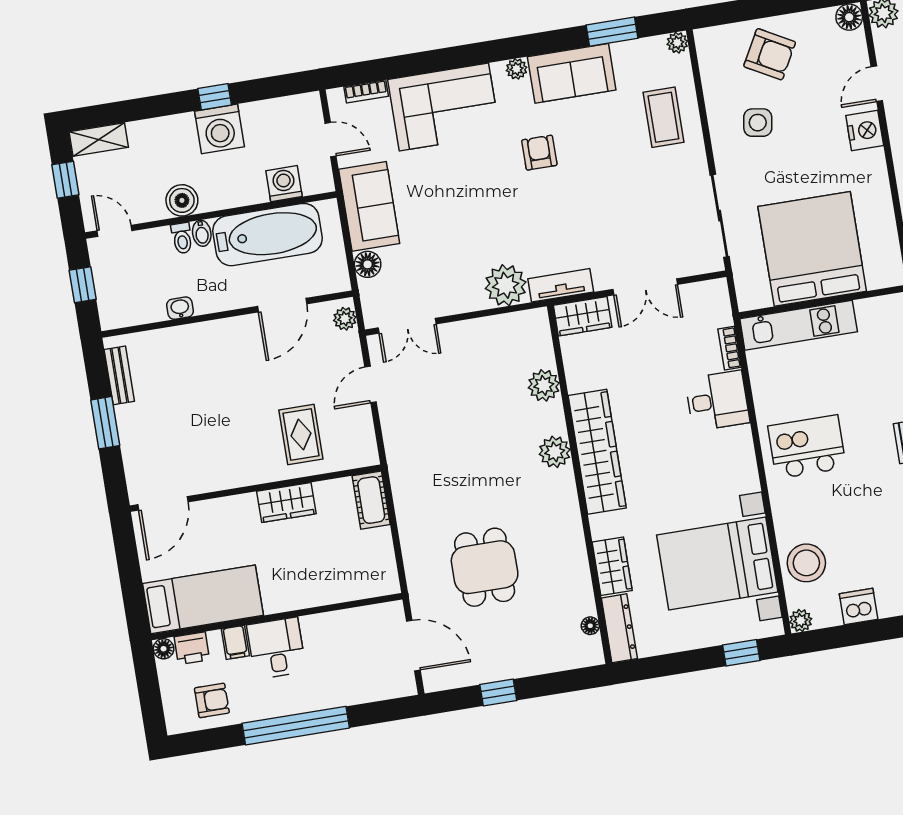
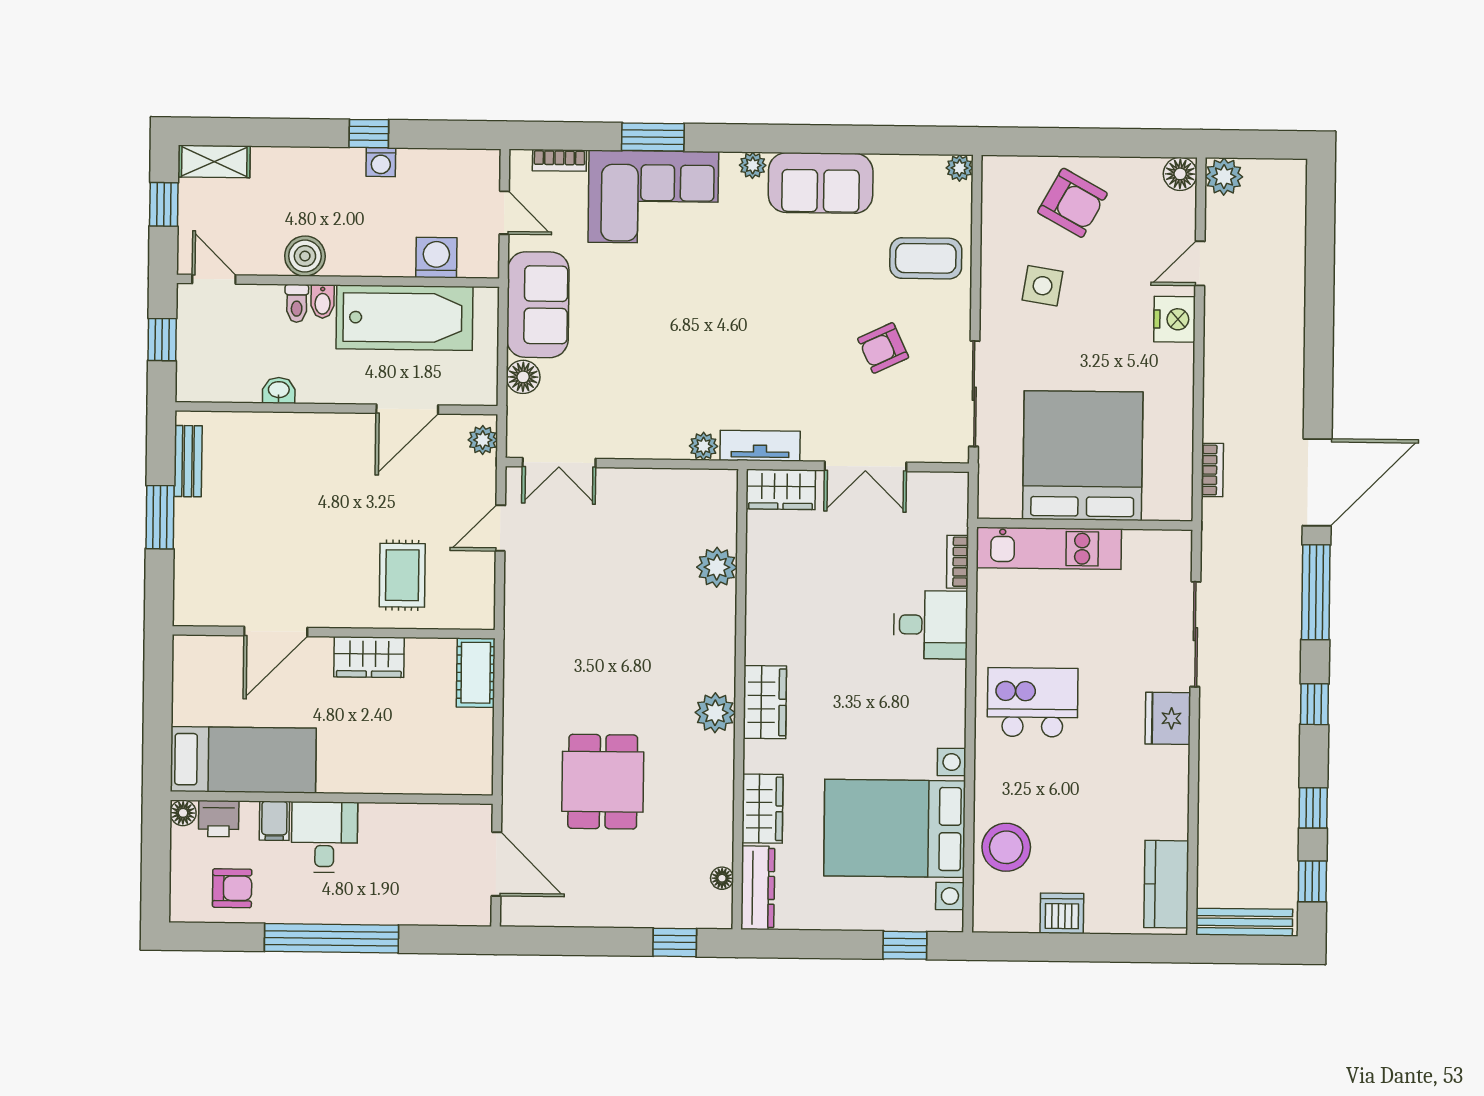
window: (612, 32) -> (653, 137), moved
coffee table: (663, 117) -> (926, 258), turned 90
washing machine: (219, 129) -> (381, 162), width x0.53, depth x0.53
armchair: (539, 153) -> (883, 348), moved, turned -115
plant: (506, 285) -> (703, 446), width x0.53, depth x0.53
plant: (555, 452) -> (715, 713), moved
wardrobe: (597, 452) -> (765, 702), width x0.48, depth x0.85
door: (163, 503) -> (276, 632), moved
plant: (801, 621) -> (986, 918), removed
window: (498, 693) -> (675, 942), moved

